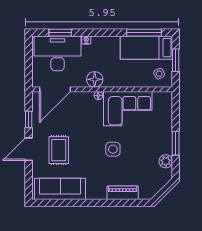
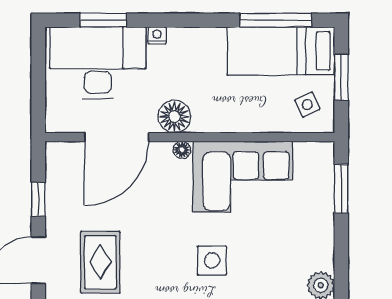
door: (55, 89) -> (117, 137), moved
window: (176, 143) -> (341, 189), moved

